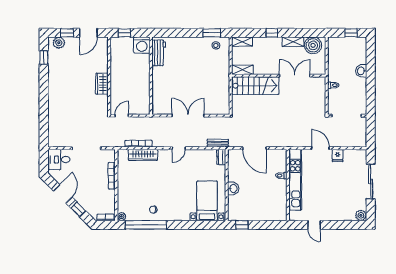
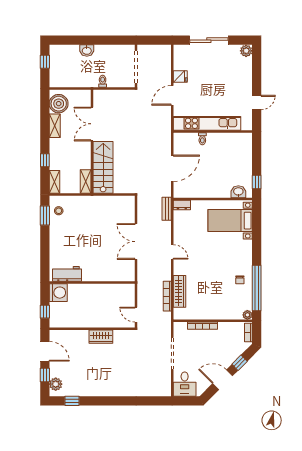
window: (272, 33) -> (45, 160), moved
washbasin: (233, 188) -> (238, 192), moved

